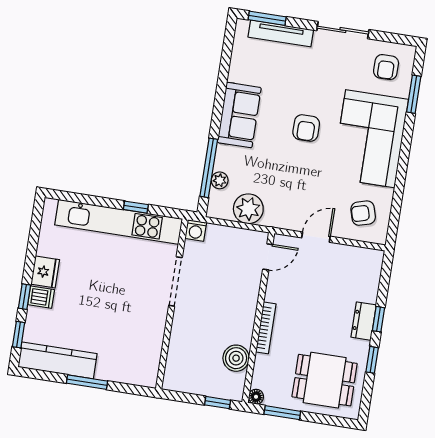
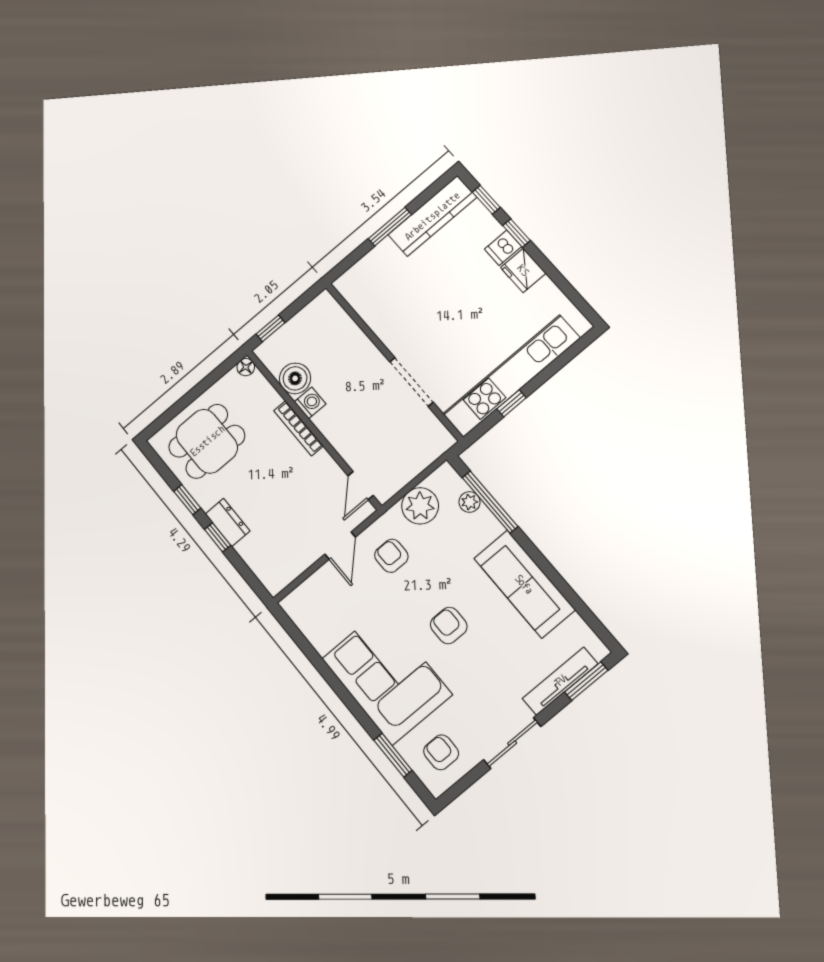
sofa: (239, 115) -> (524, 584), width x1.36
armchair: (363, 213) -> (391, 556), moved, turned -74
washing machine: (196, 230) -> (310, 403), moved, turned 90
window: (282, 413) -> (212, 379), removed

